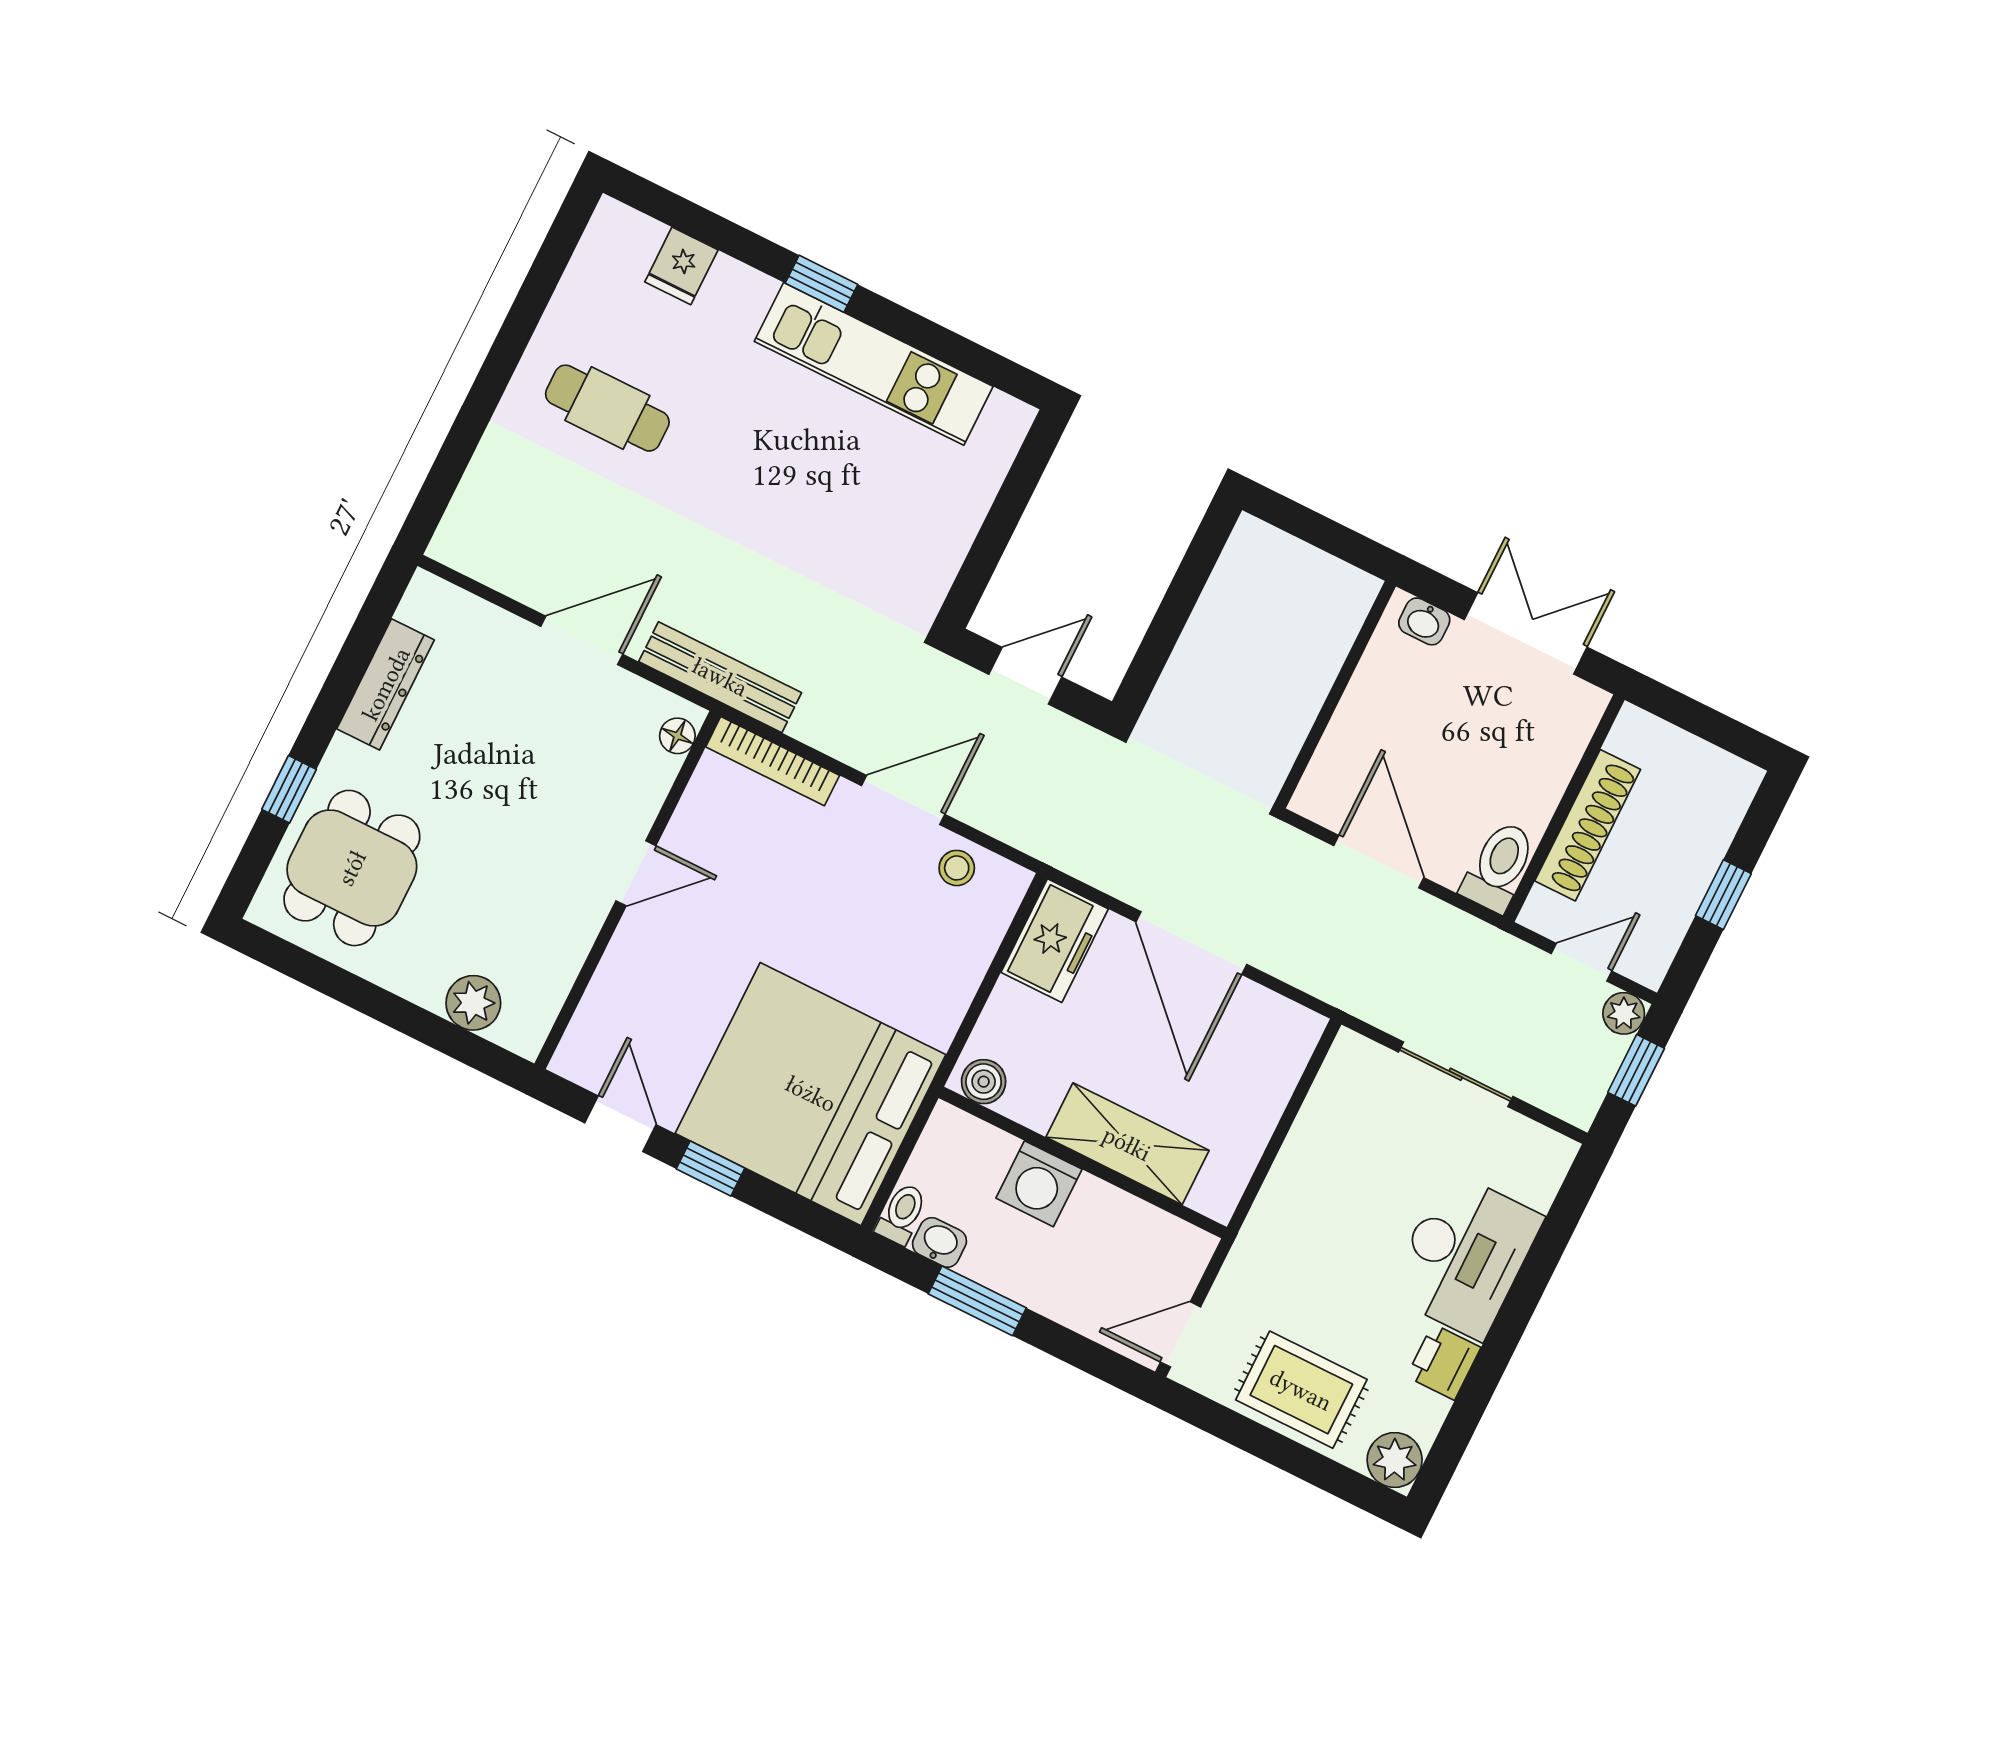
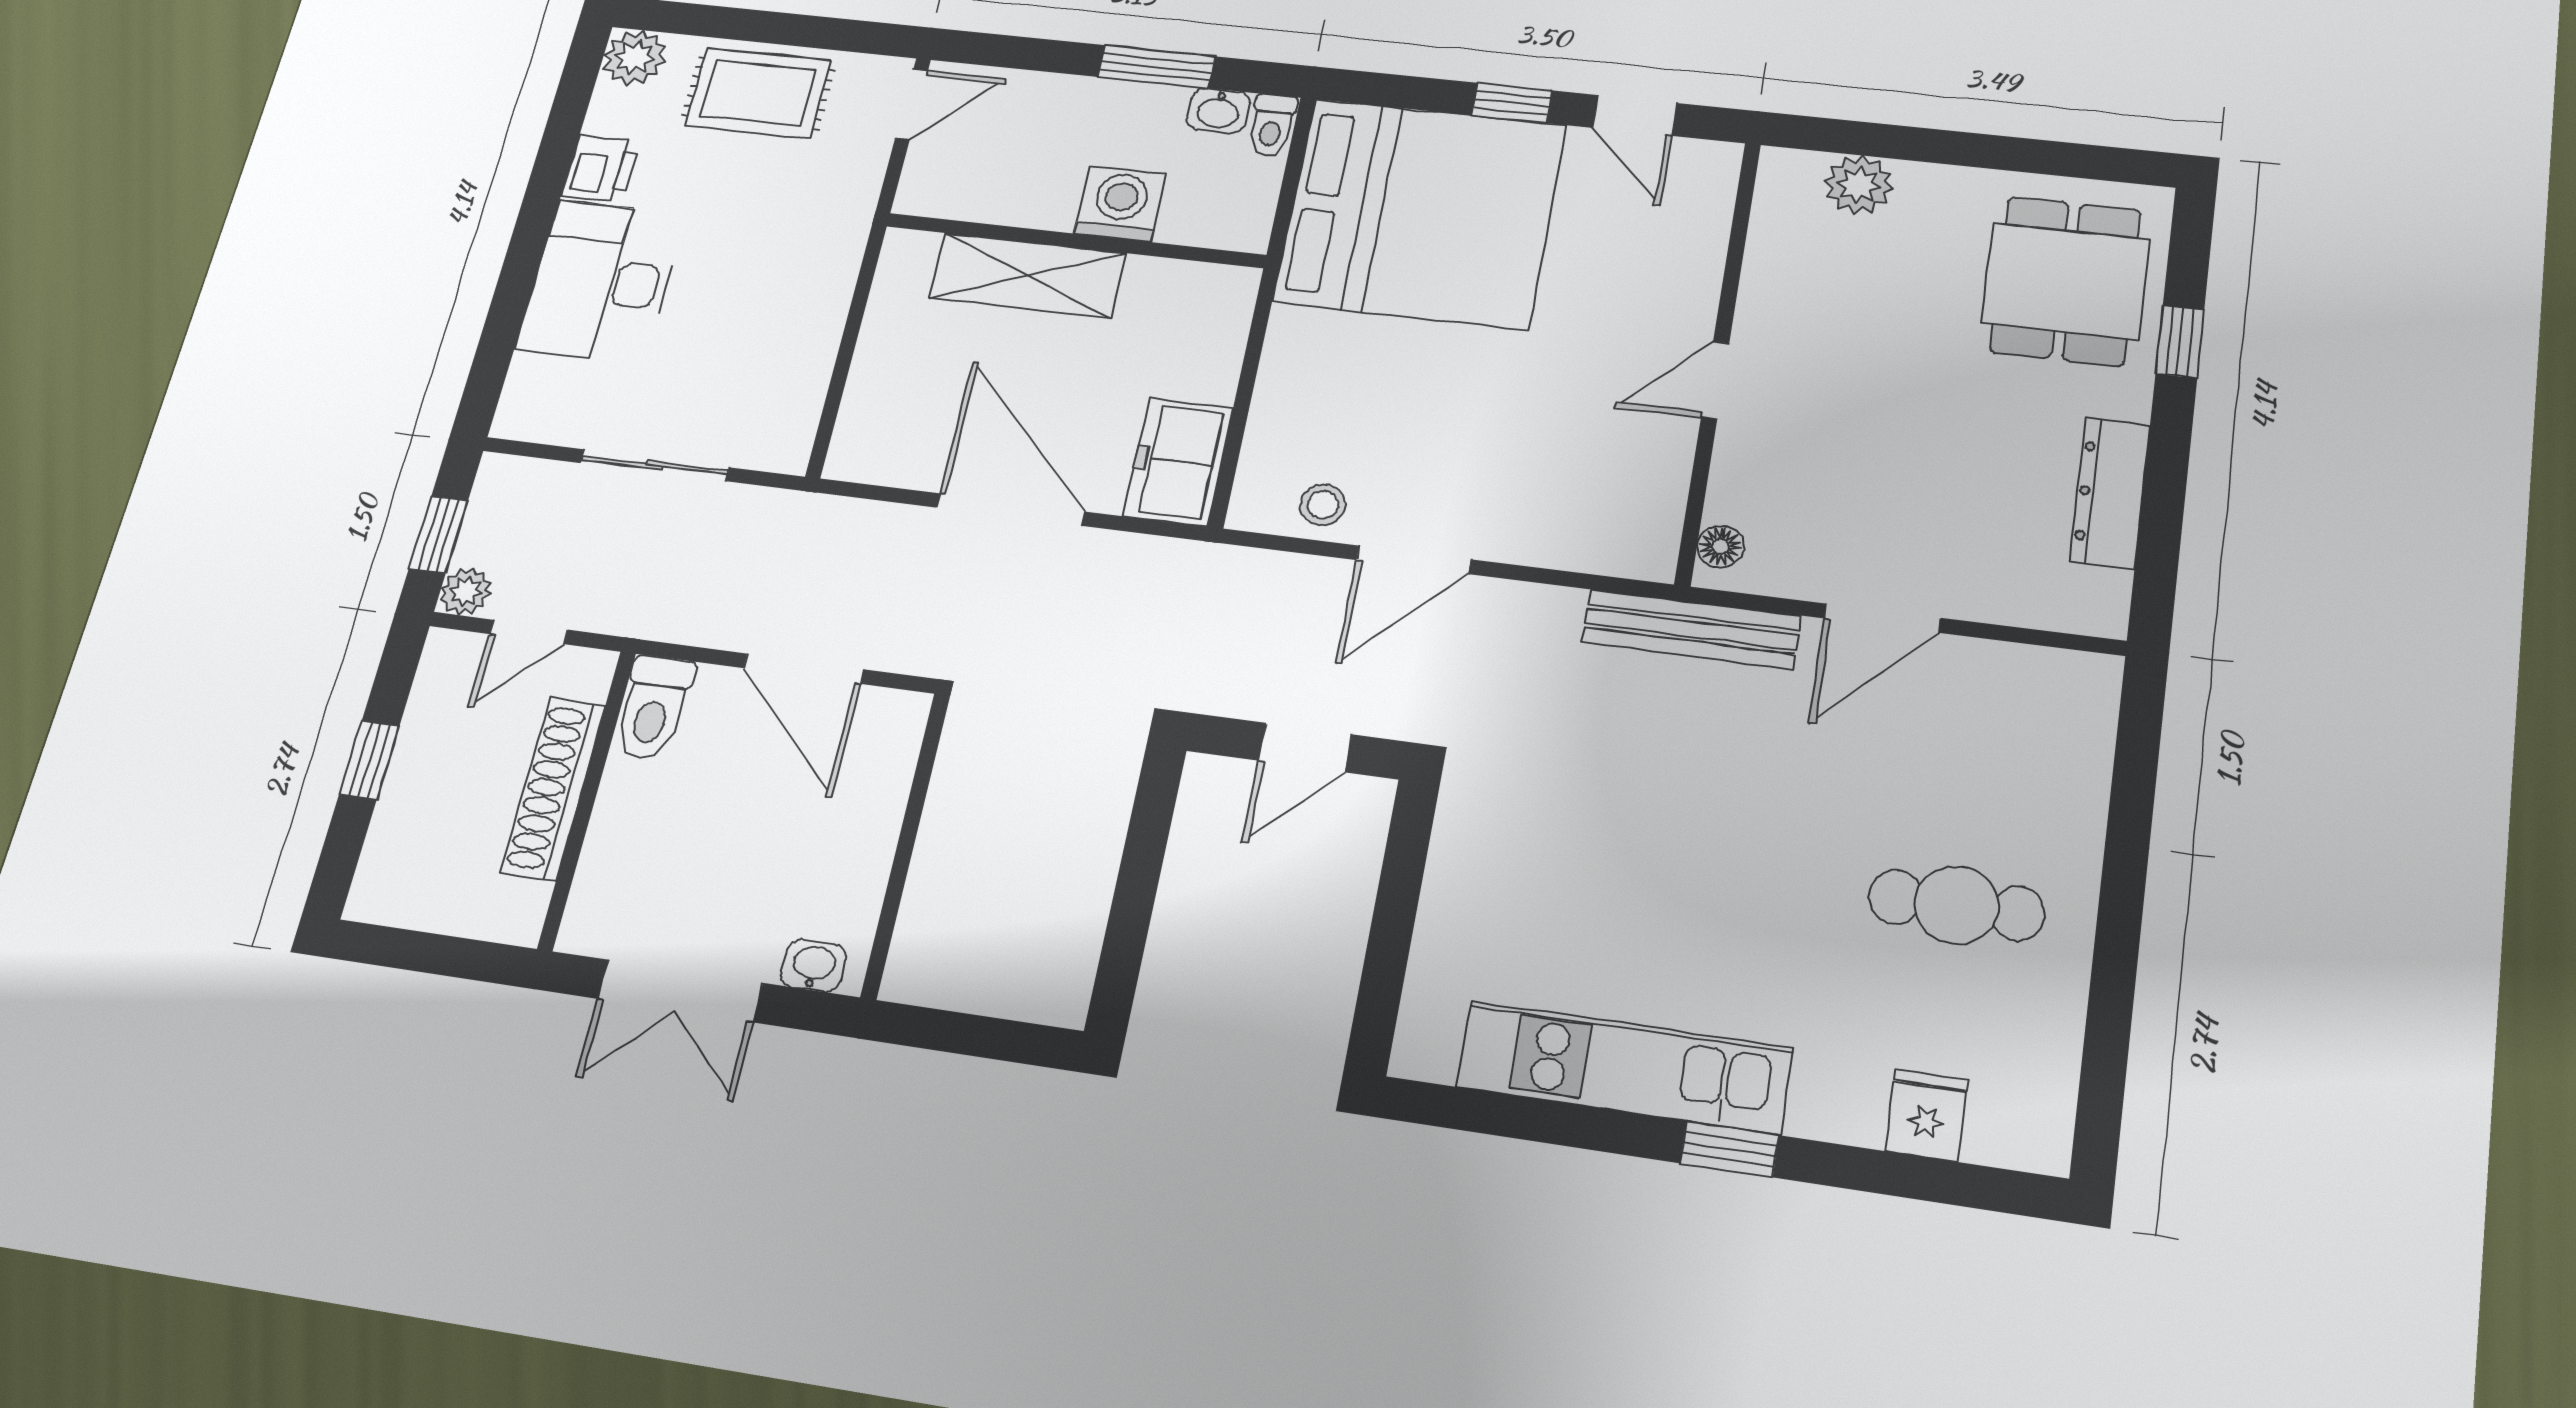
bookcase: (773, 761) -> (1591, 554), removed
boiler: (984, 1082) -> (1218, 288), removed

